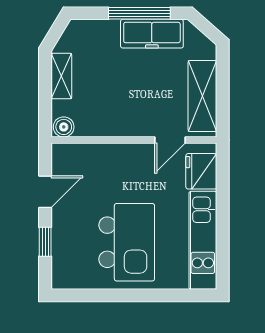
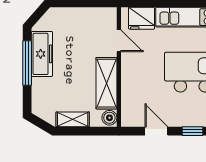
shelving: (202, 96) -> (107, 83), moved, turned 90

